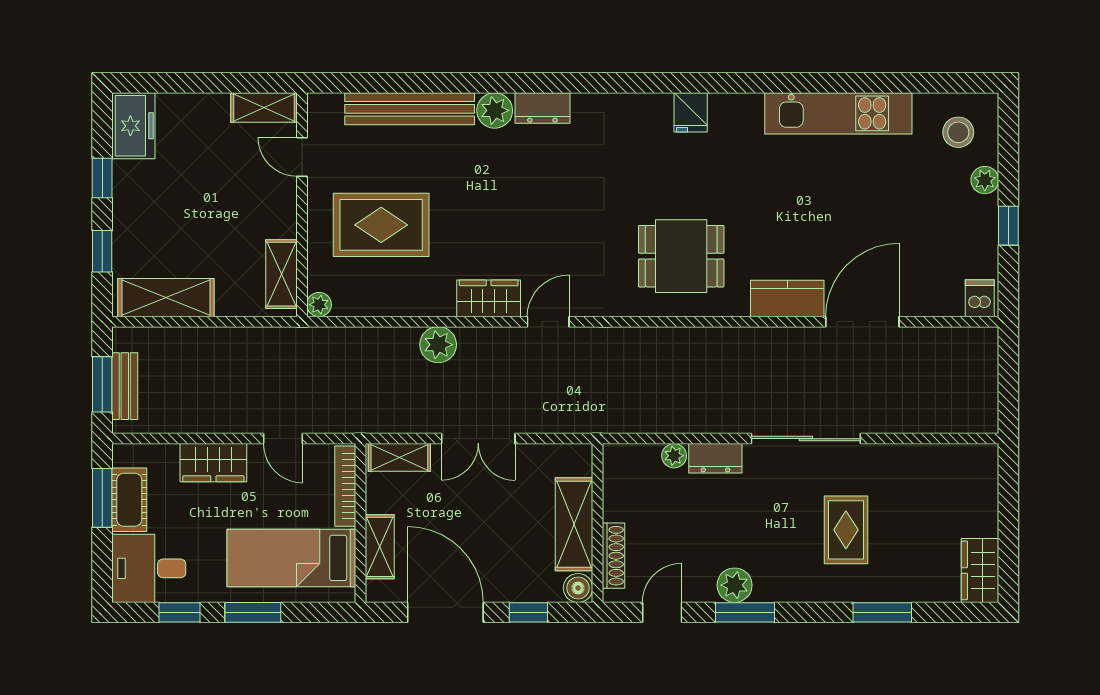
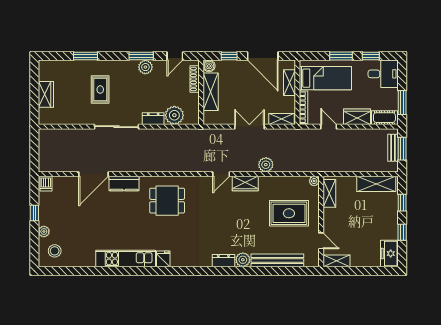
kitchen unit: (838, 113) -> (126, 259), moved
plant: (674, 456) -> (174, 115), width x1.88, depth x1.88
cot: (129, 500) -> (384, 118), moved, turned 90
wardrobe: (980, 570) -> (46, 94), moved

